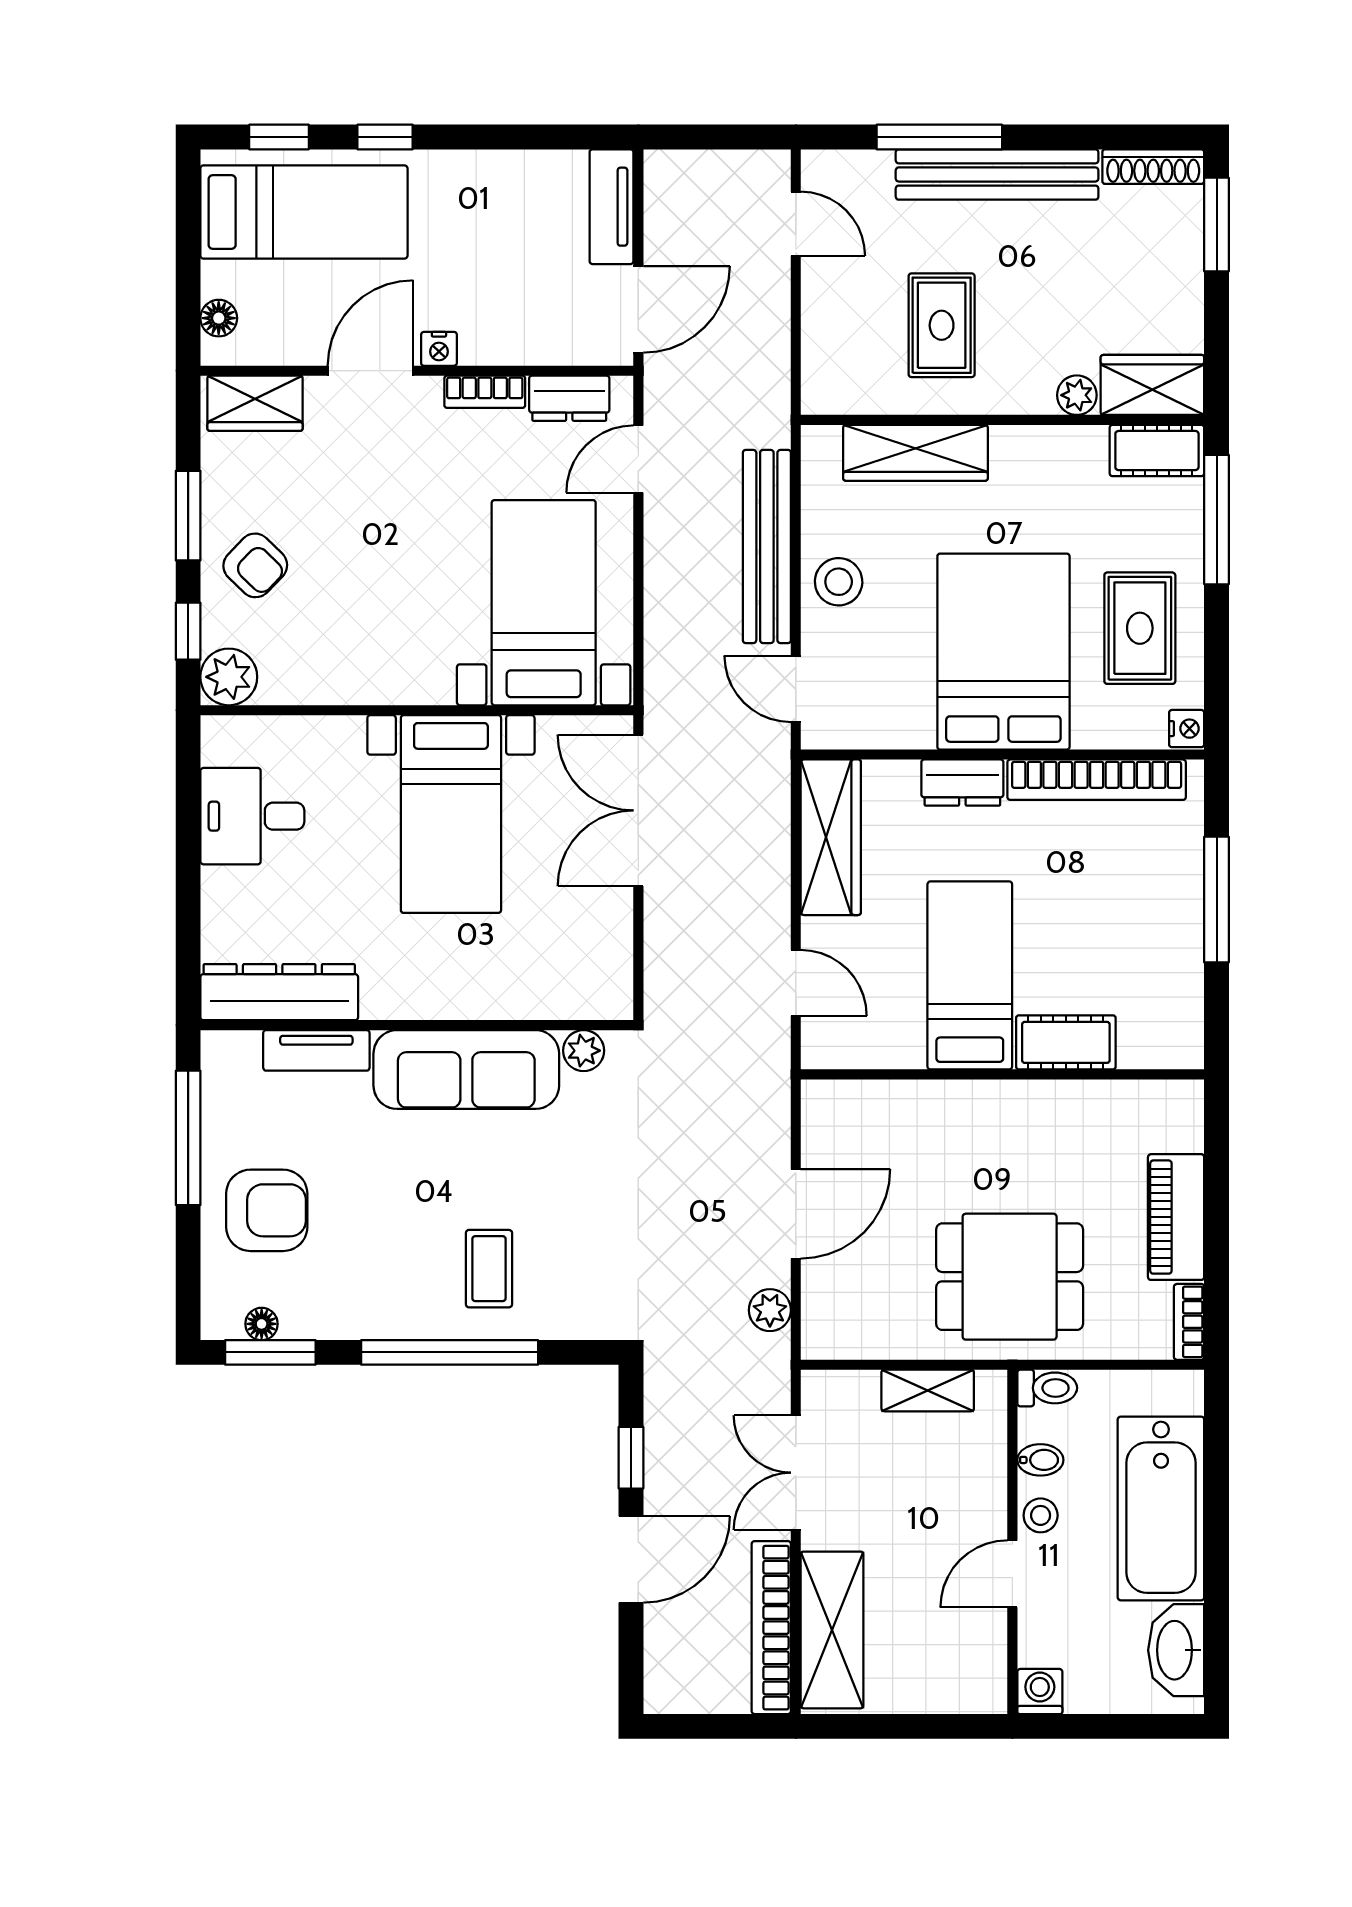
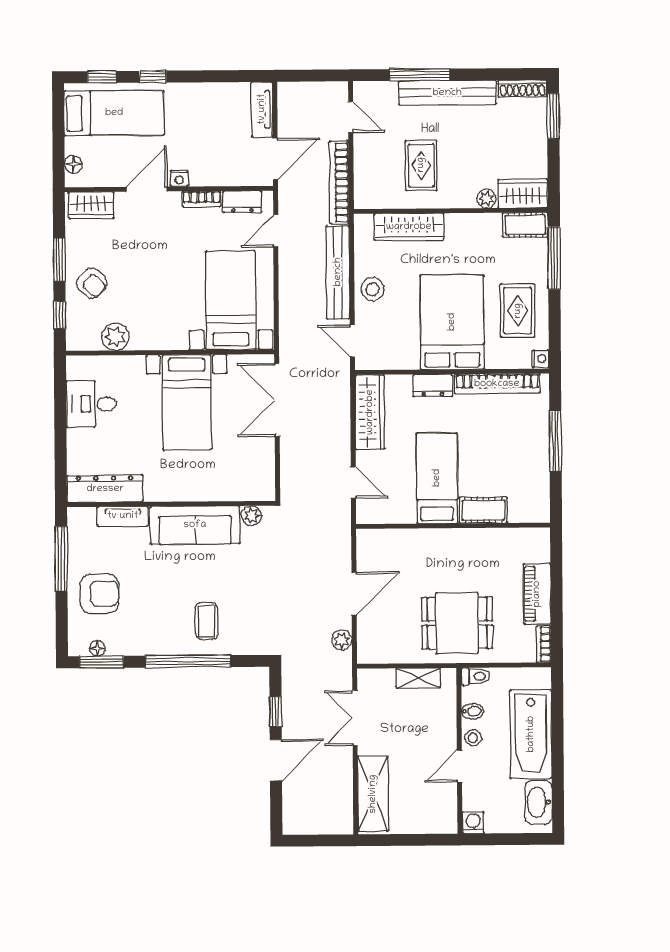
plant: (229, 677) -> (115, 337), moved
bookcase: (771, 1628) -> (339, 182), moved

